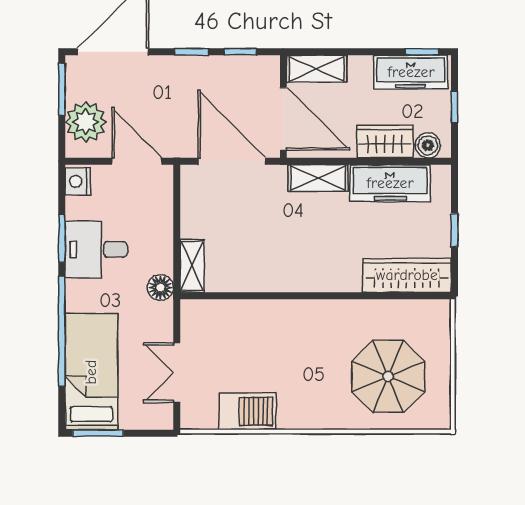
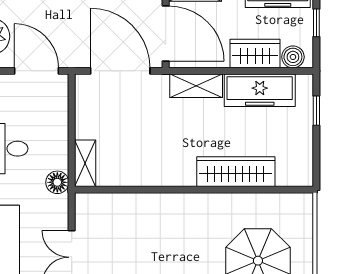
window: (454, 230) -> (316, 111), moved
wardrobe: (407, 275) -> (236, 172), moved

